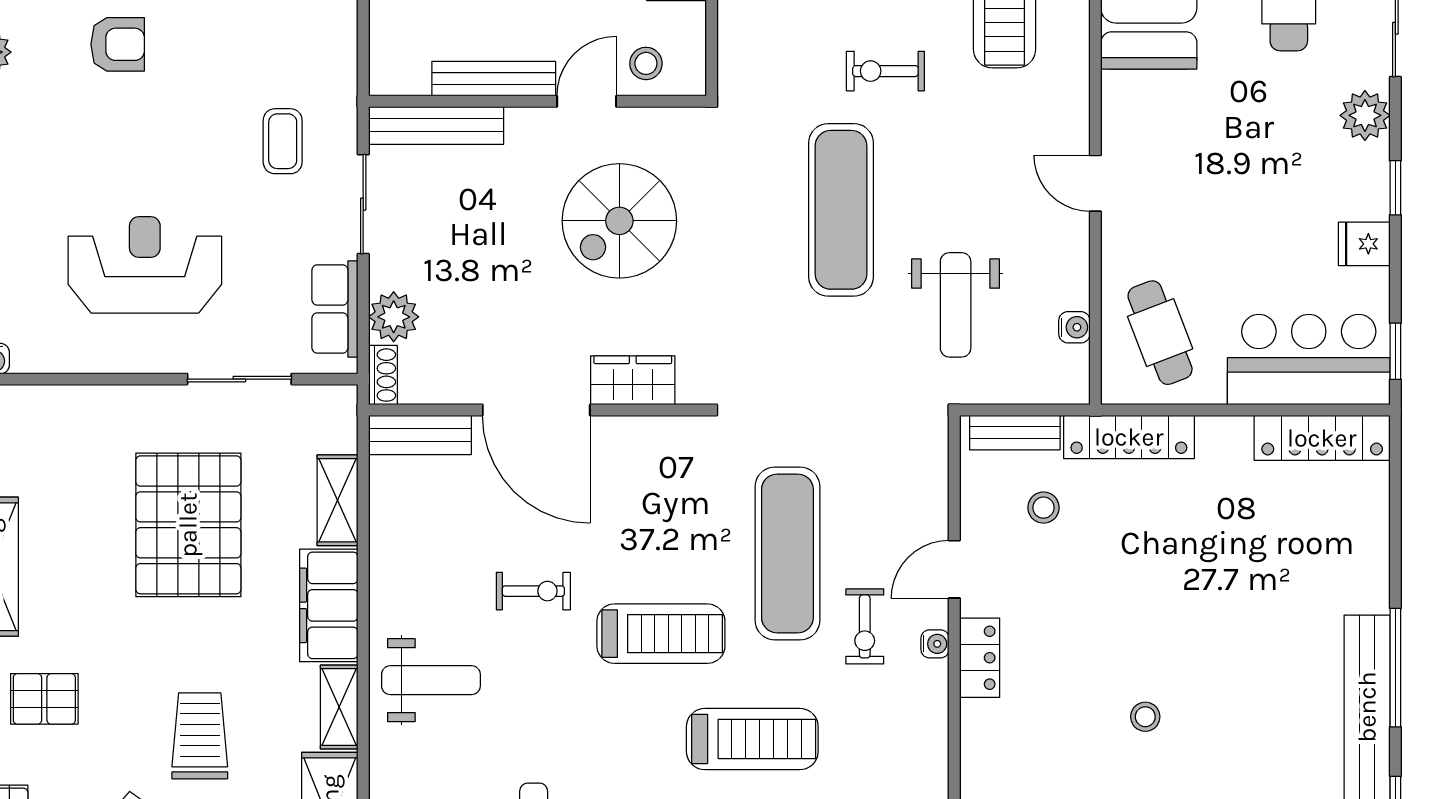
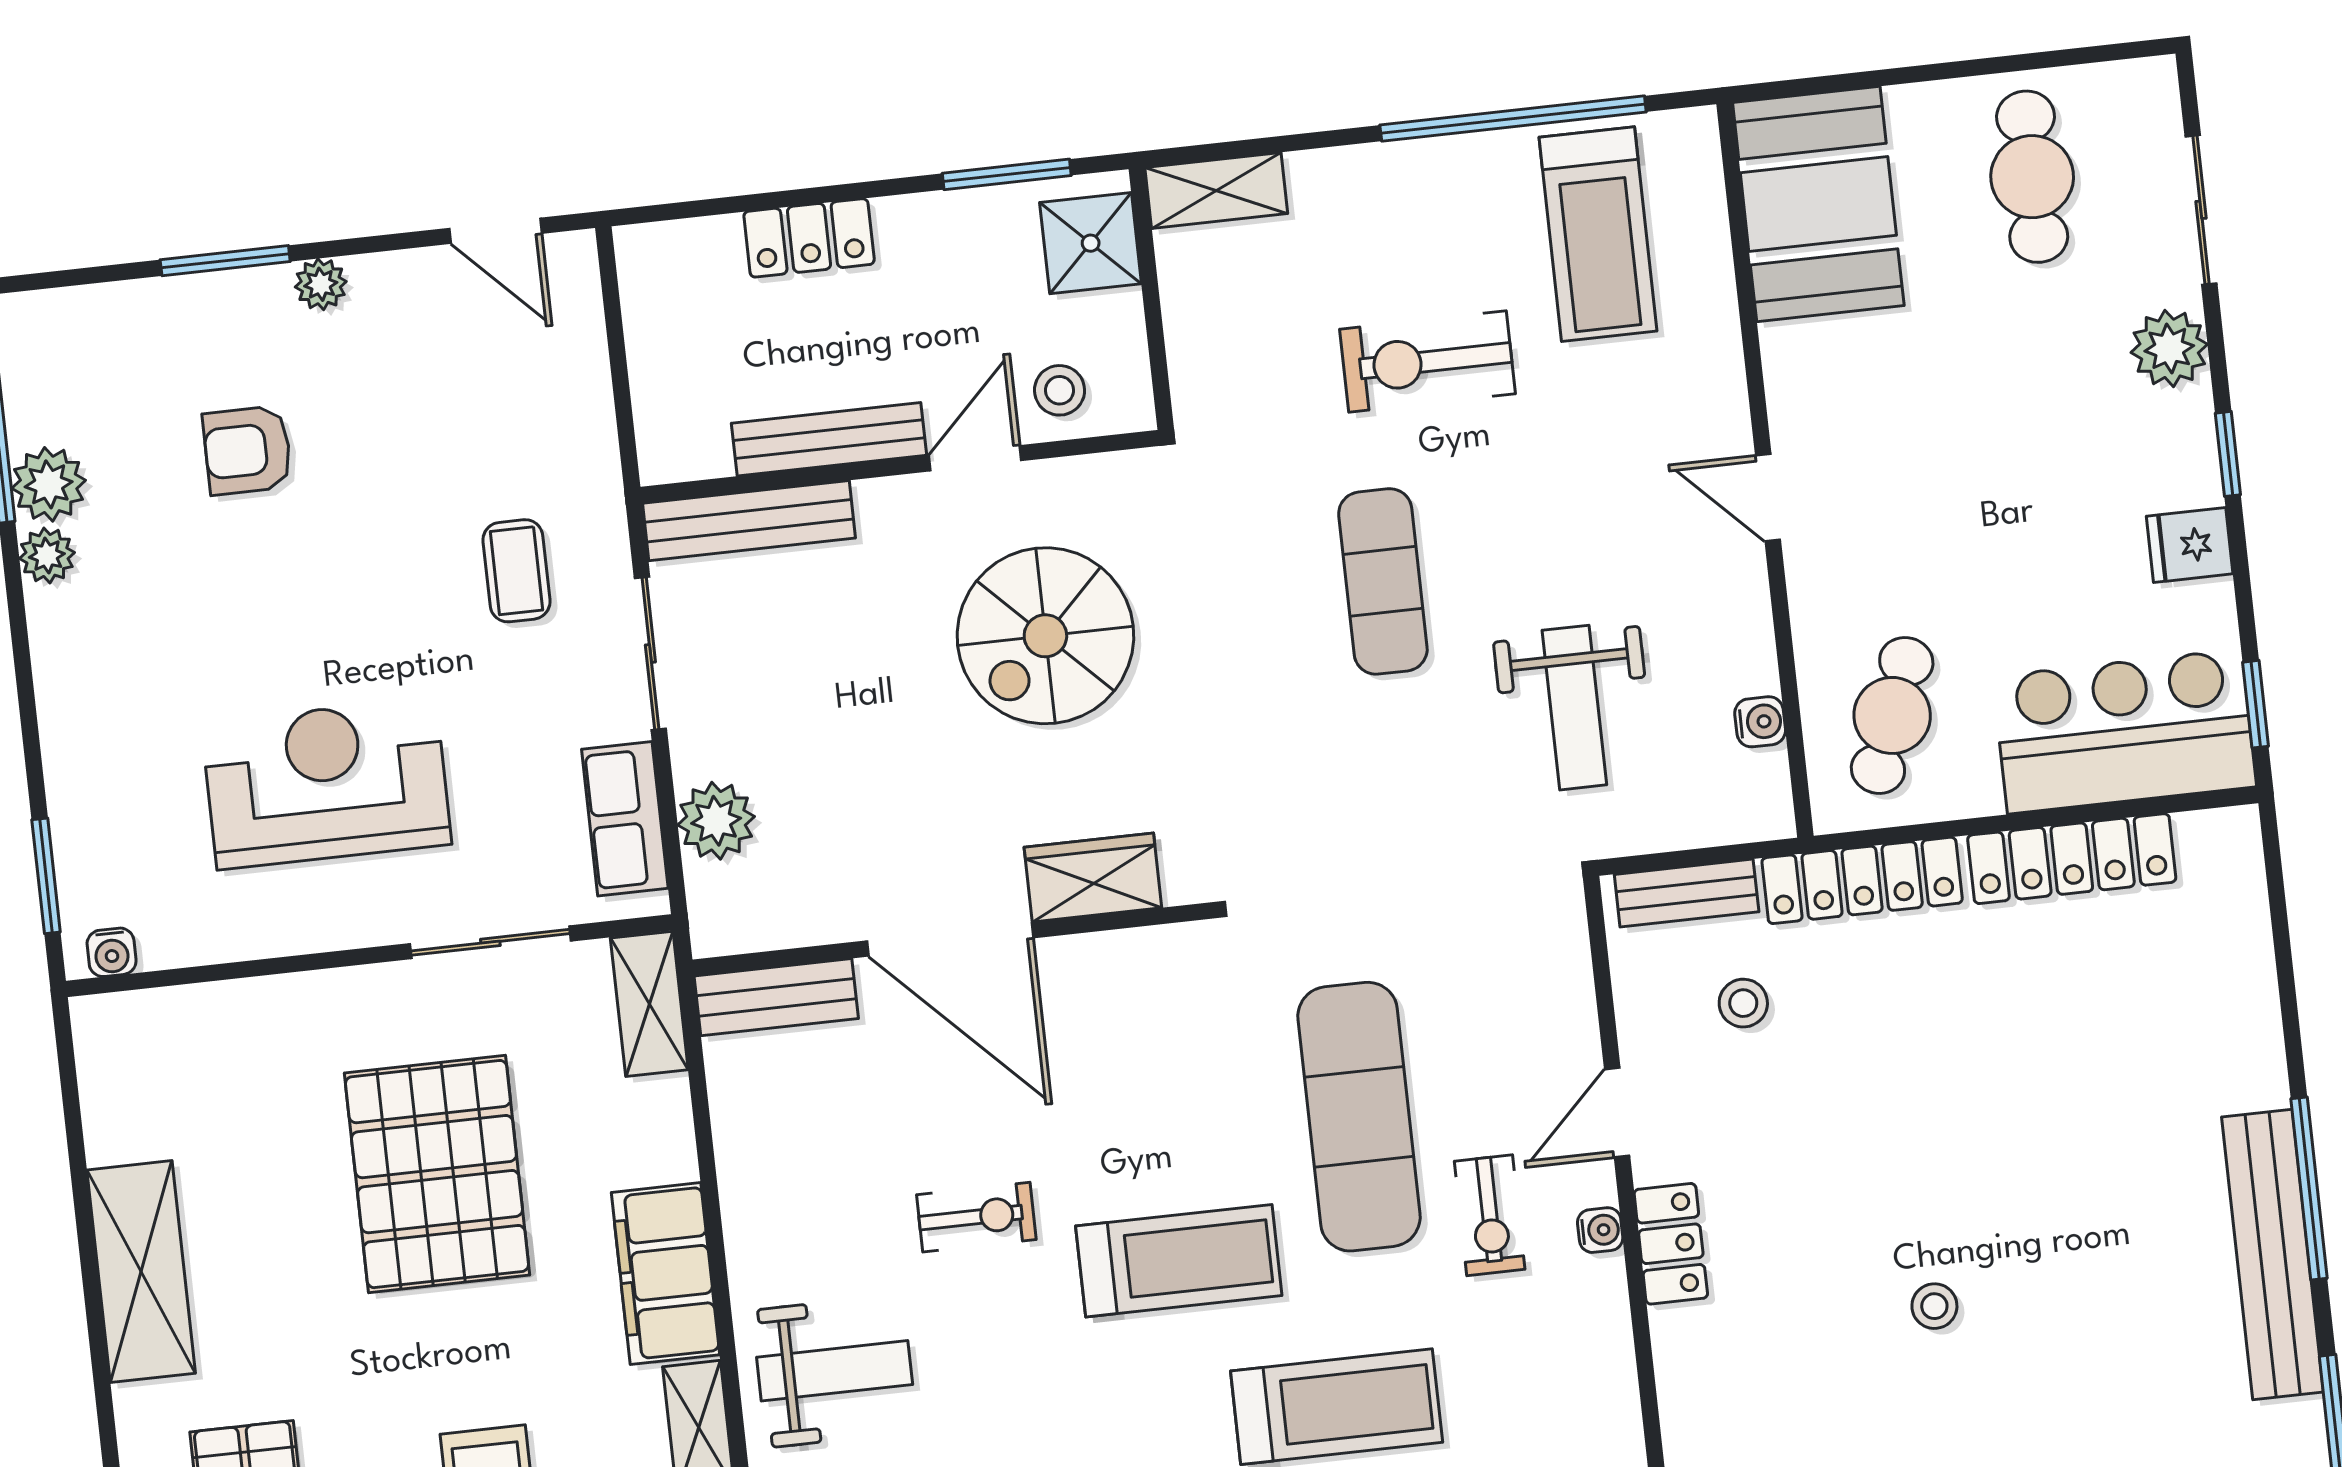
armchair: (118, 44) -> (247, 450), turned 180
exercise bike: (885, 71) -> (1427, 361), width x1.38, depth x1.39
exercise mat: (841, 210) -> (1383, 581), width x0.73, depth x0.69
cafe table: (1160, 333) -> (1892, 715), turned 42
shoe rack: (383, 375) -> (709, 912), removed
locker: (1322, 438) -> (2072, 859), moved
shelving: (338, 500) -> (649, 1004), moved

